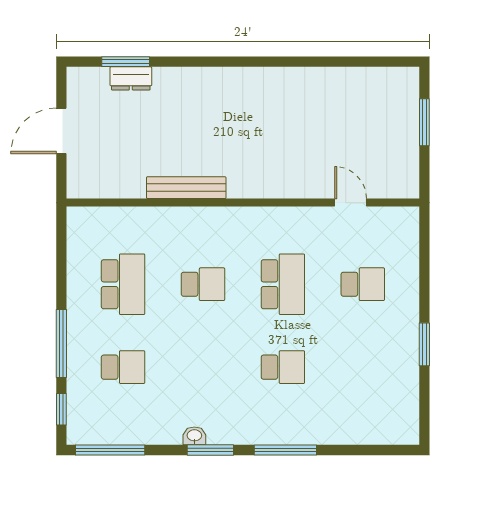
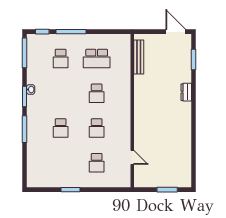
dresser: (131, 78) -> (186, 92), moved
door: (61, 131) -> (176, 32), moved
bench: (186, 188) -> (139, 57), moved
door: (351, 203) -> (132, 157), hinge flipped
school desk: (283, 284) -> (97, 128), width x0.54

